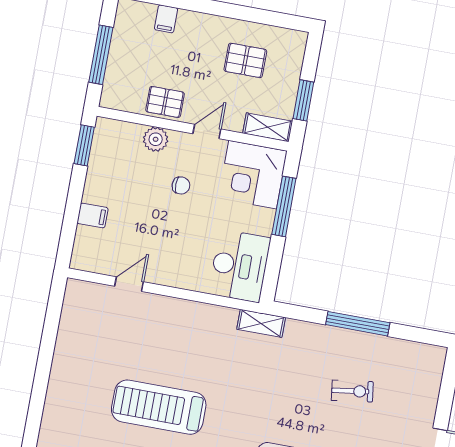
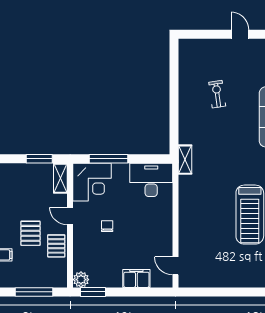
pallet: (245, 60) -> (30, 233), moved
plant: (156, 139) -> (81, 280), moved
filing cabinet: (93, 215) -> (136, 279), width x2.00
door: (129, 284) -> (175, 266), moved
window: (358, 324) -> (174, 98), removed

